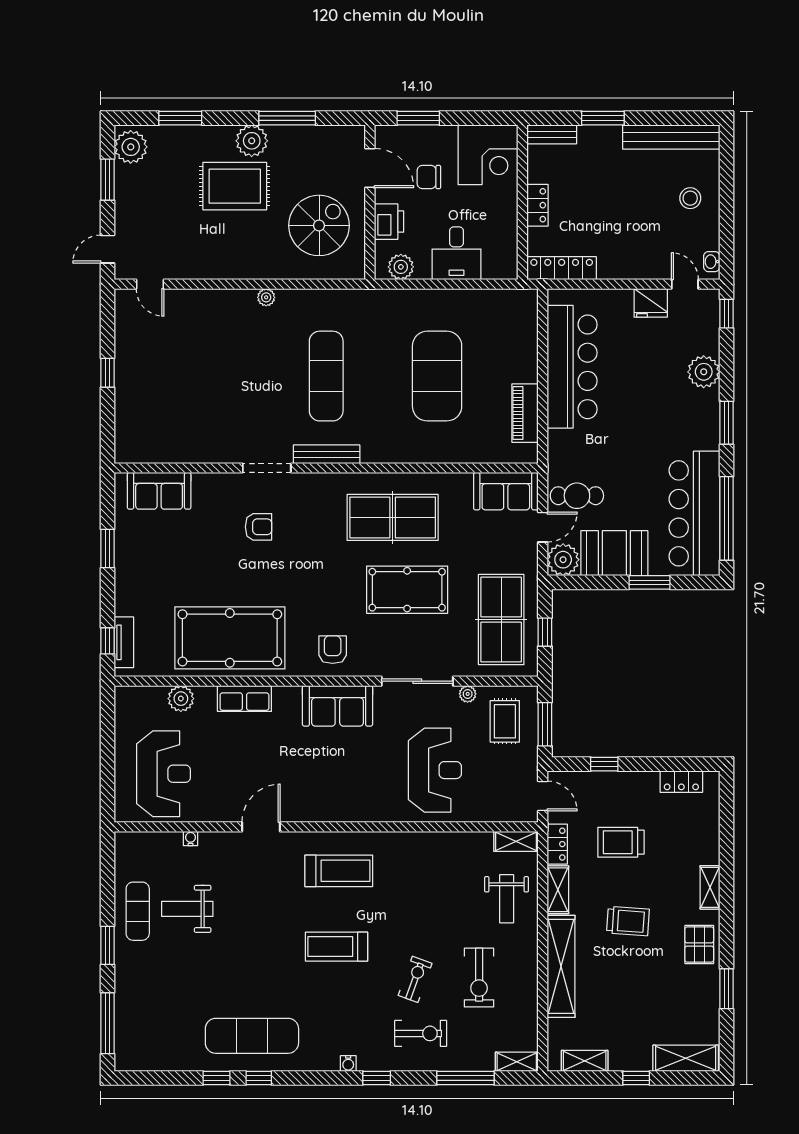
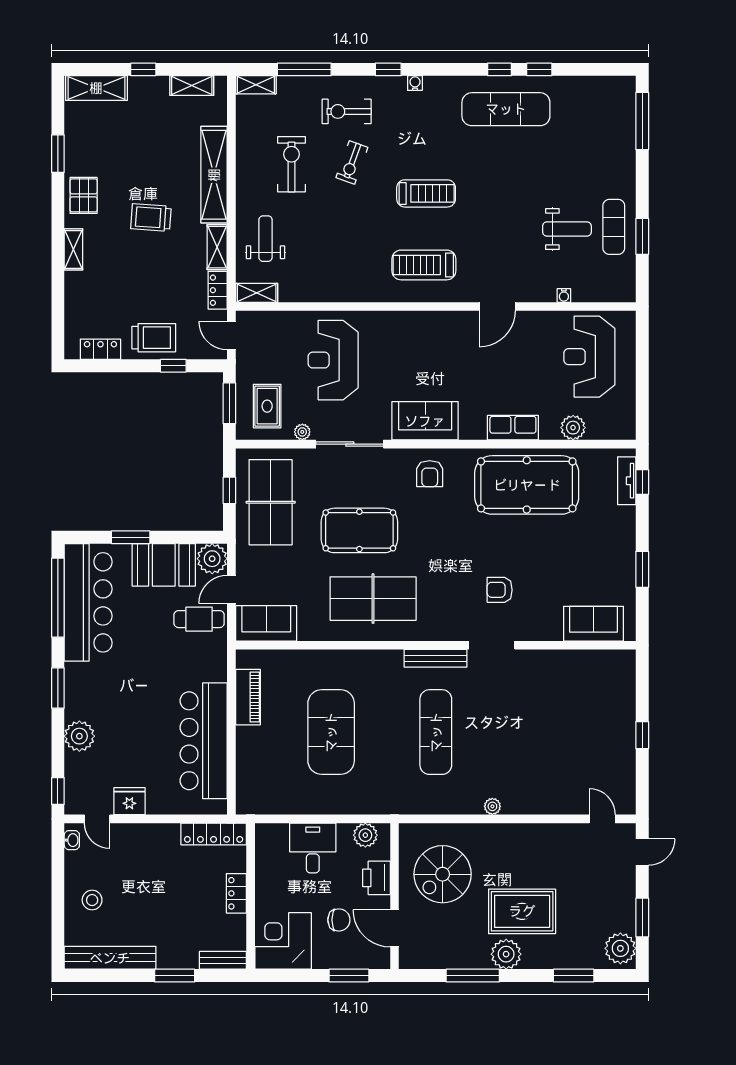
trolley: (621, 842) -> (154, 338), moved
window: (108, 945) -> (642, 236), moved

